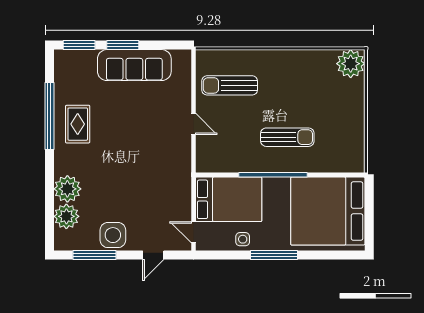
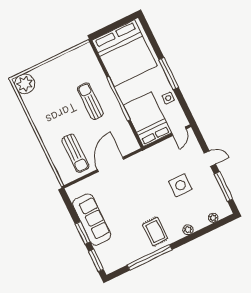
rug: (78, 124) -> (155, 232), moved, turned 90
door: (193, 124) -> (111, 164), width x1.88
plant: (67, 189) -> (188, 230), width x0.53, depth x0.53
plant: (66, 216) -> (213, 218), width x0.53, depth x0.53
side table: (113, 235) -> (180, 185), moved
door: (153, 255) -> (210, 159), moved

